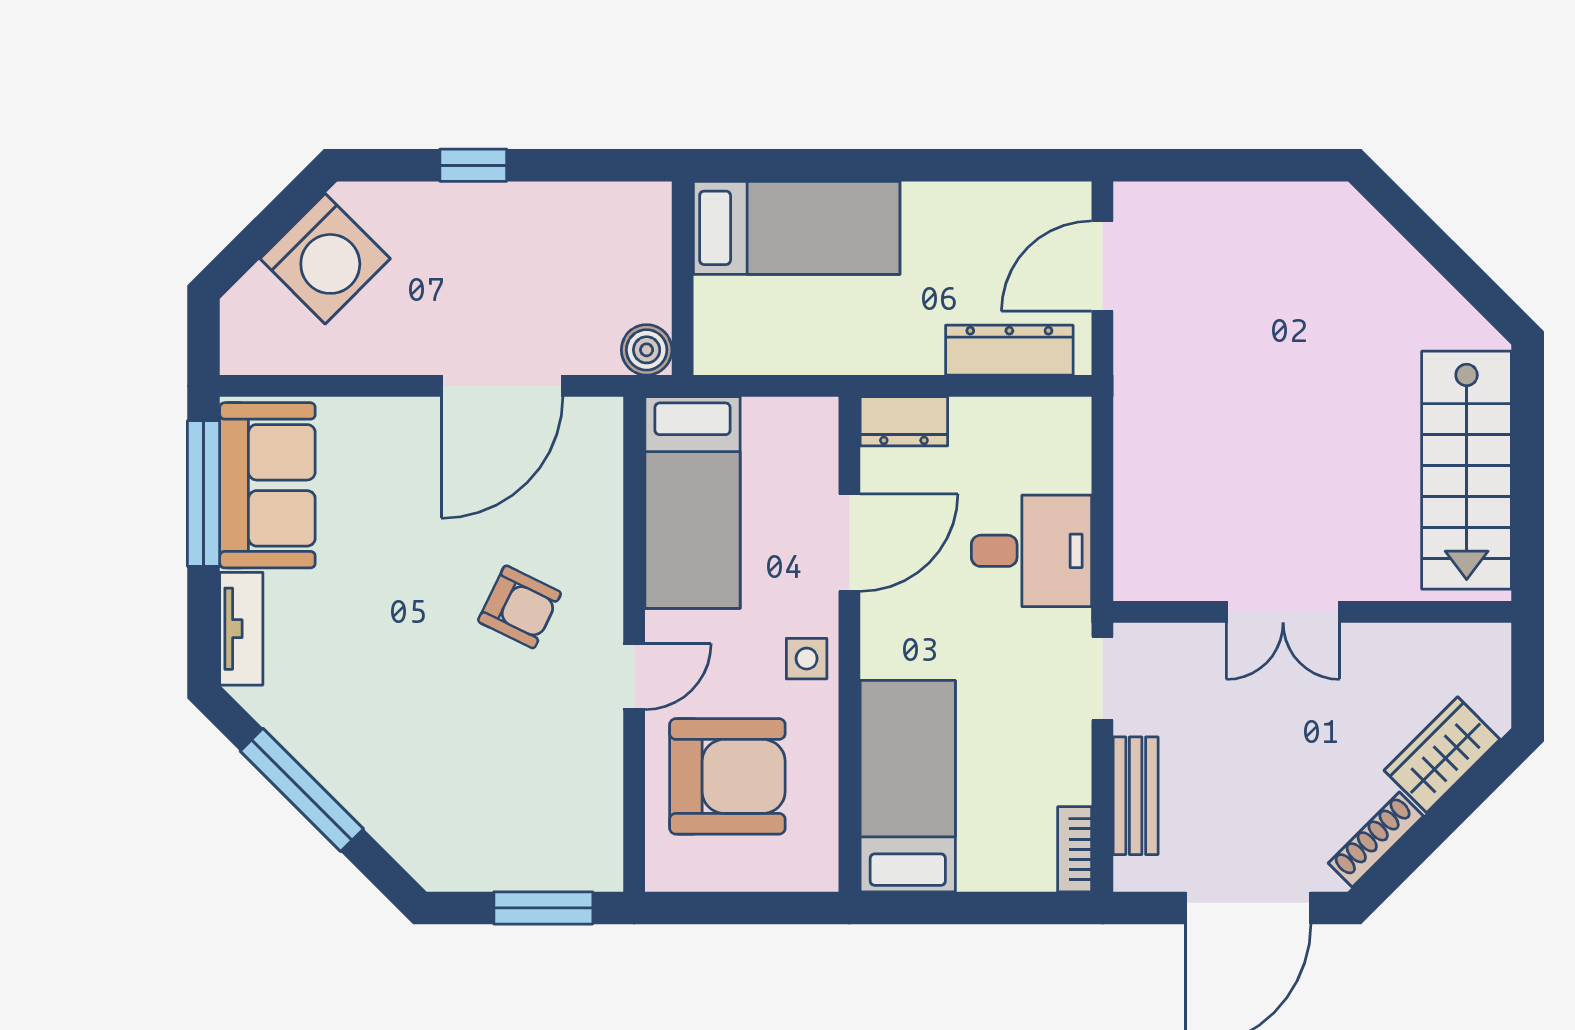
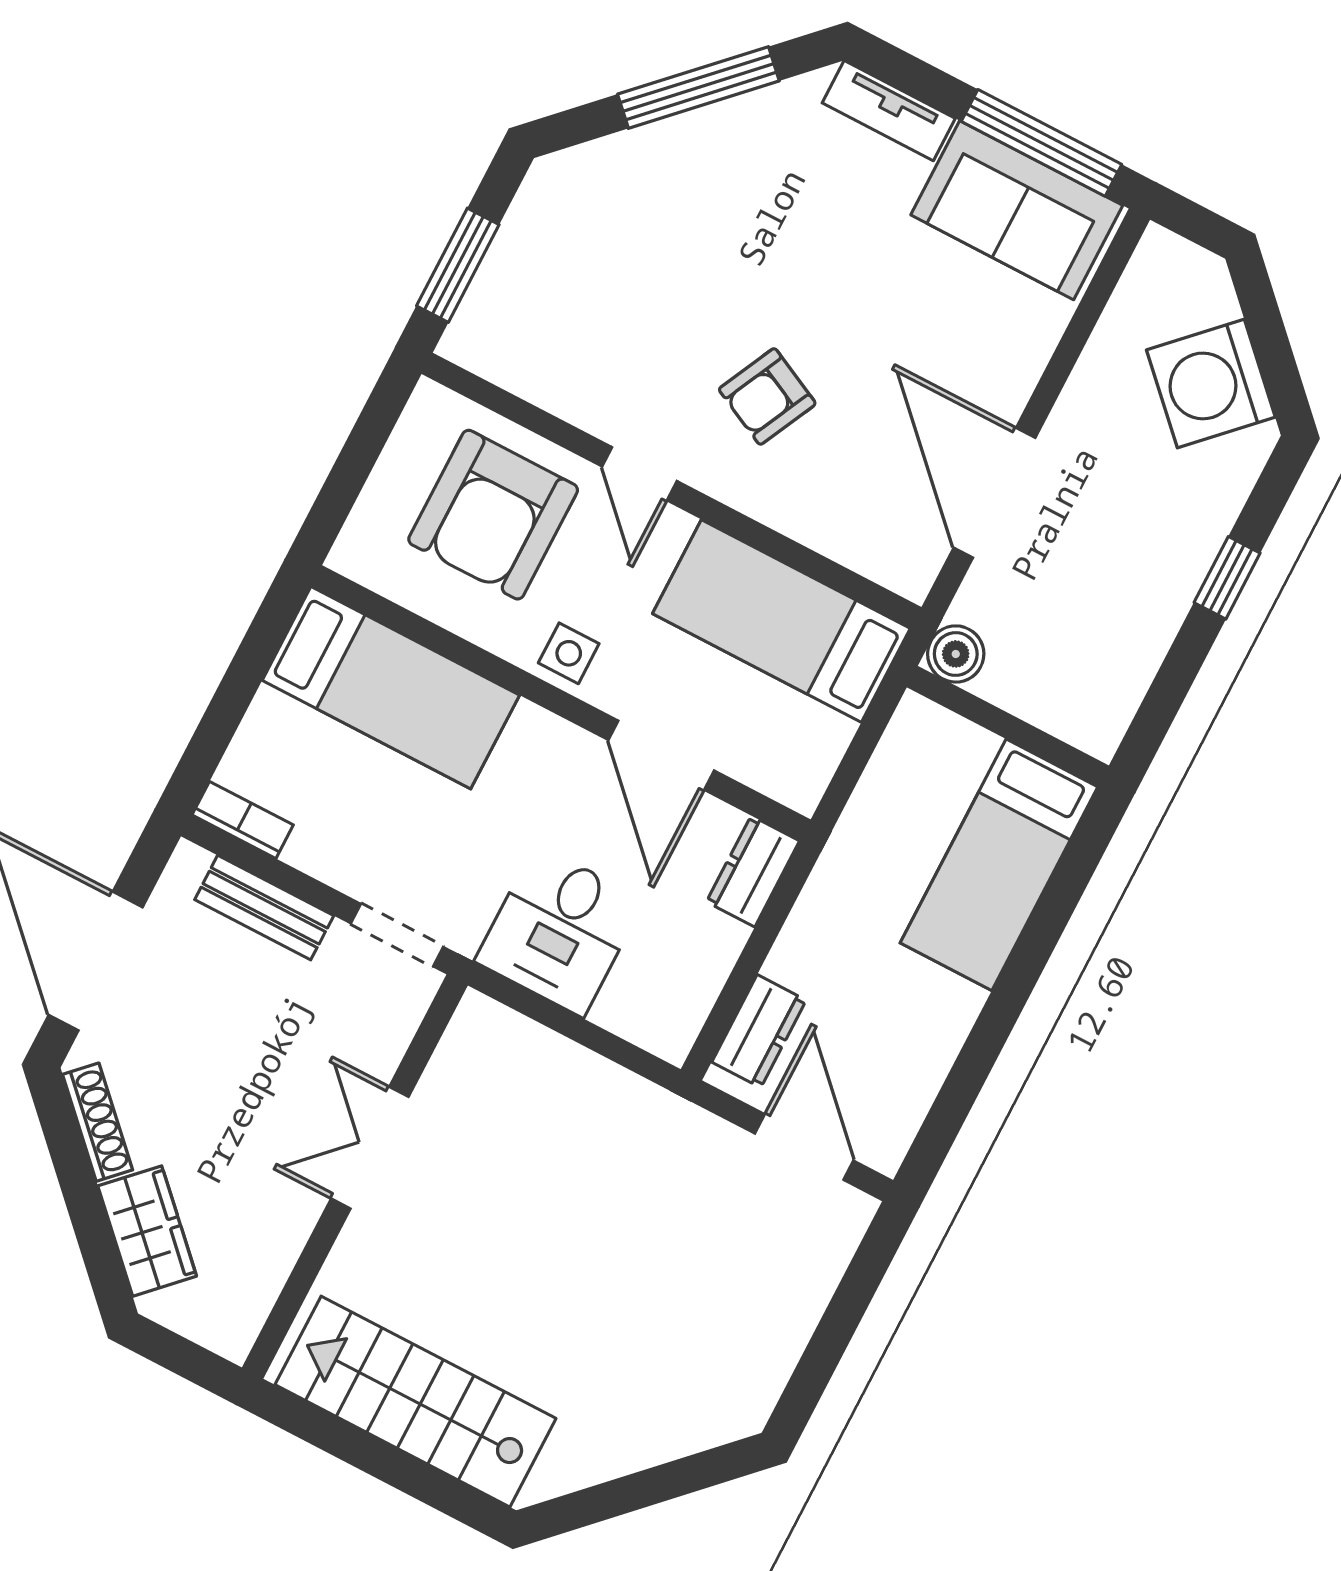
dresser: (1009, 350) -> (759, 1031), width x0.70

